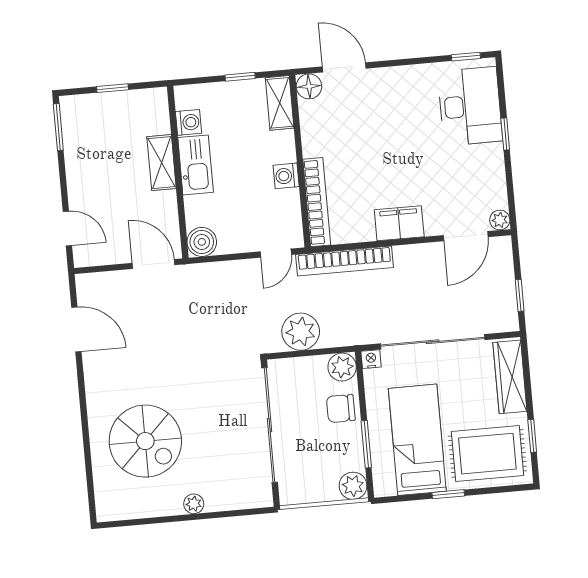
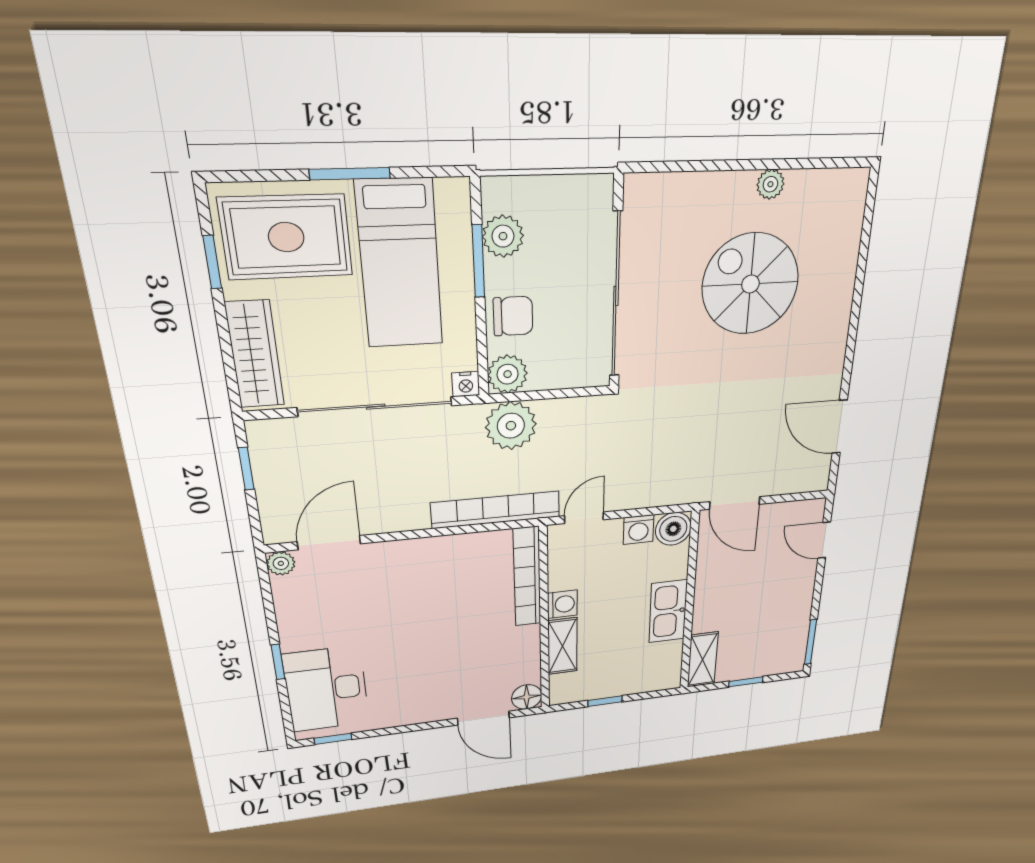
shelving: (280, 103) -> (562, 646), moved
washing machine: (189, 122) -> (639, 530), moved, turned -90
shelving: (162, 163) -> (703, 660), moved
filing cabinet: (399, 223) -> (421, 556), removed
plant: (301, 332) -> (511, 426), moved
spiral stairs: (145, 441) -> (750, 284), moved
plant: (353, 486) -> (503, 236), moved
window: (448, 494) -> (350, 174), width x1.50
plant: (194, 504) -> (770, 184), moved

